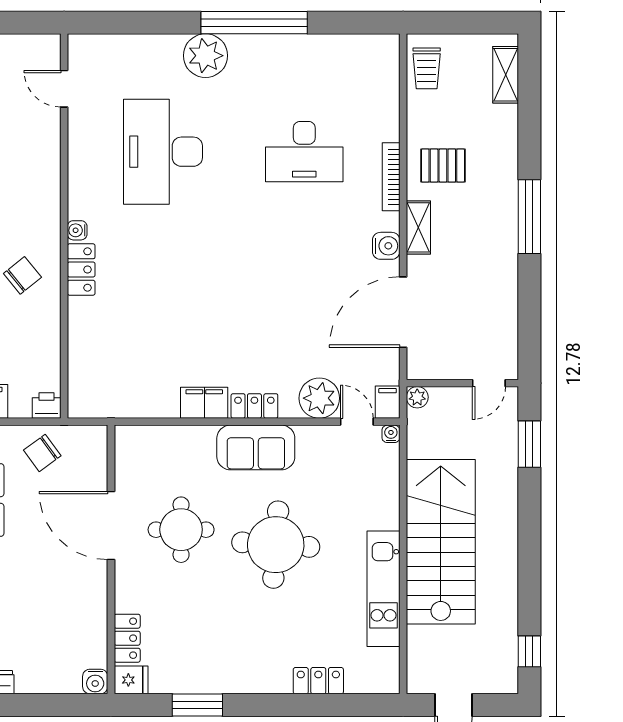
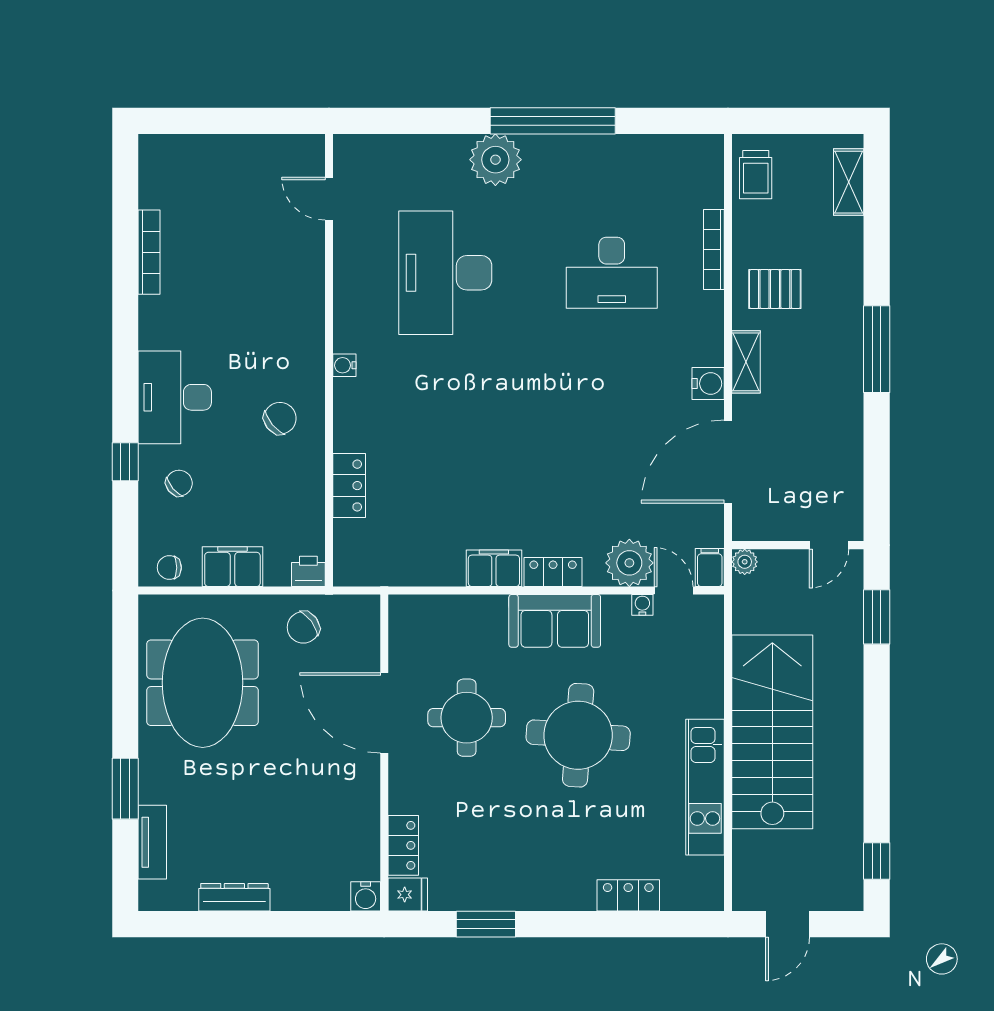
bookcase: (391, 177) -> (714, 249), moved
locker: (81, 270) -> (349, 486), moved
water cooler: (391, 434) -> (642, 605), moved

